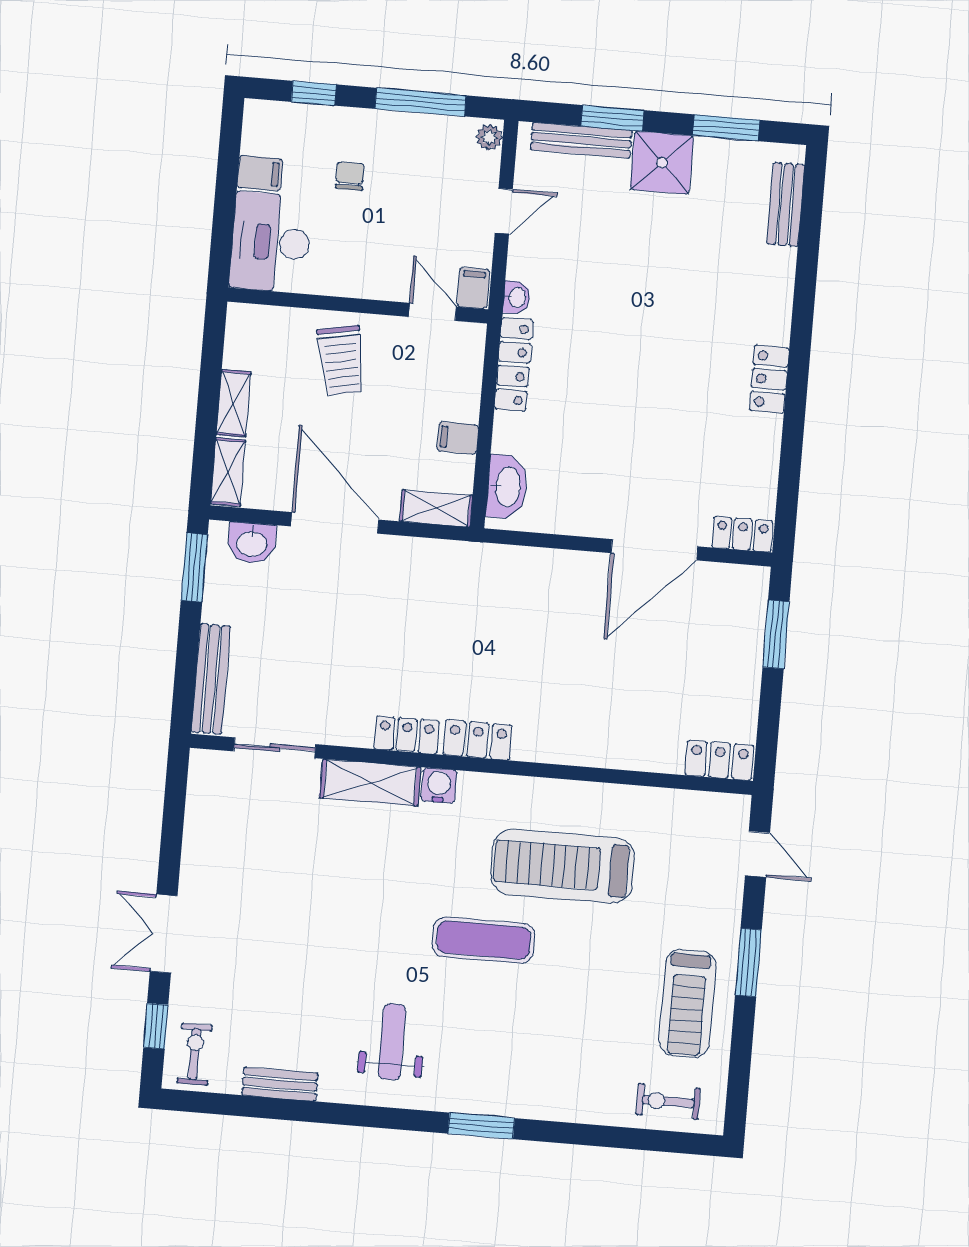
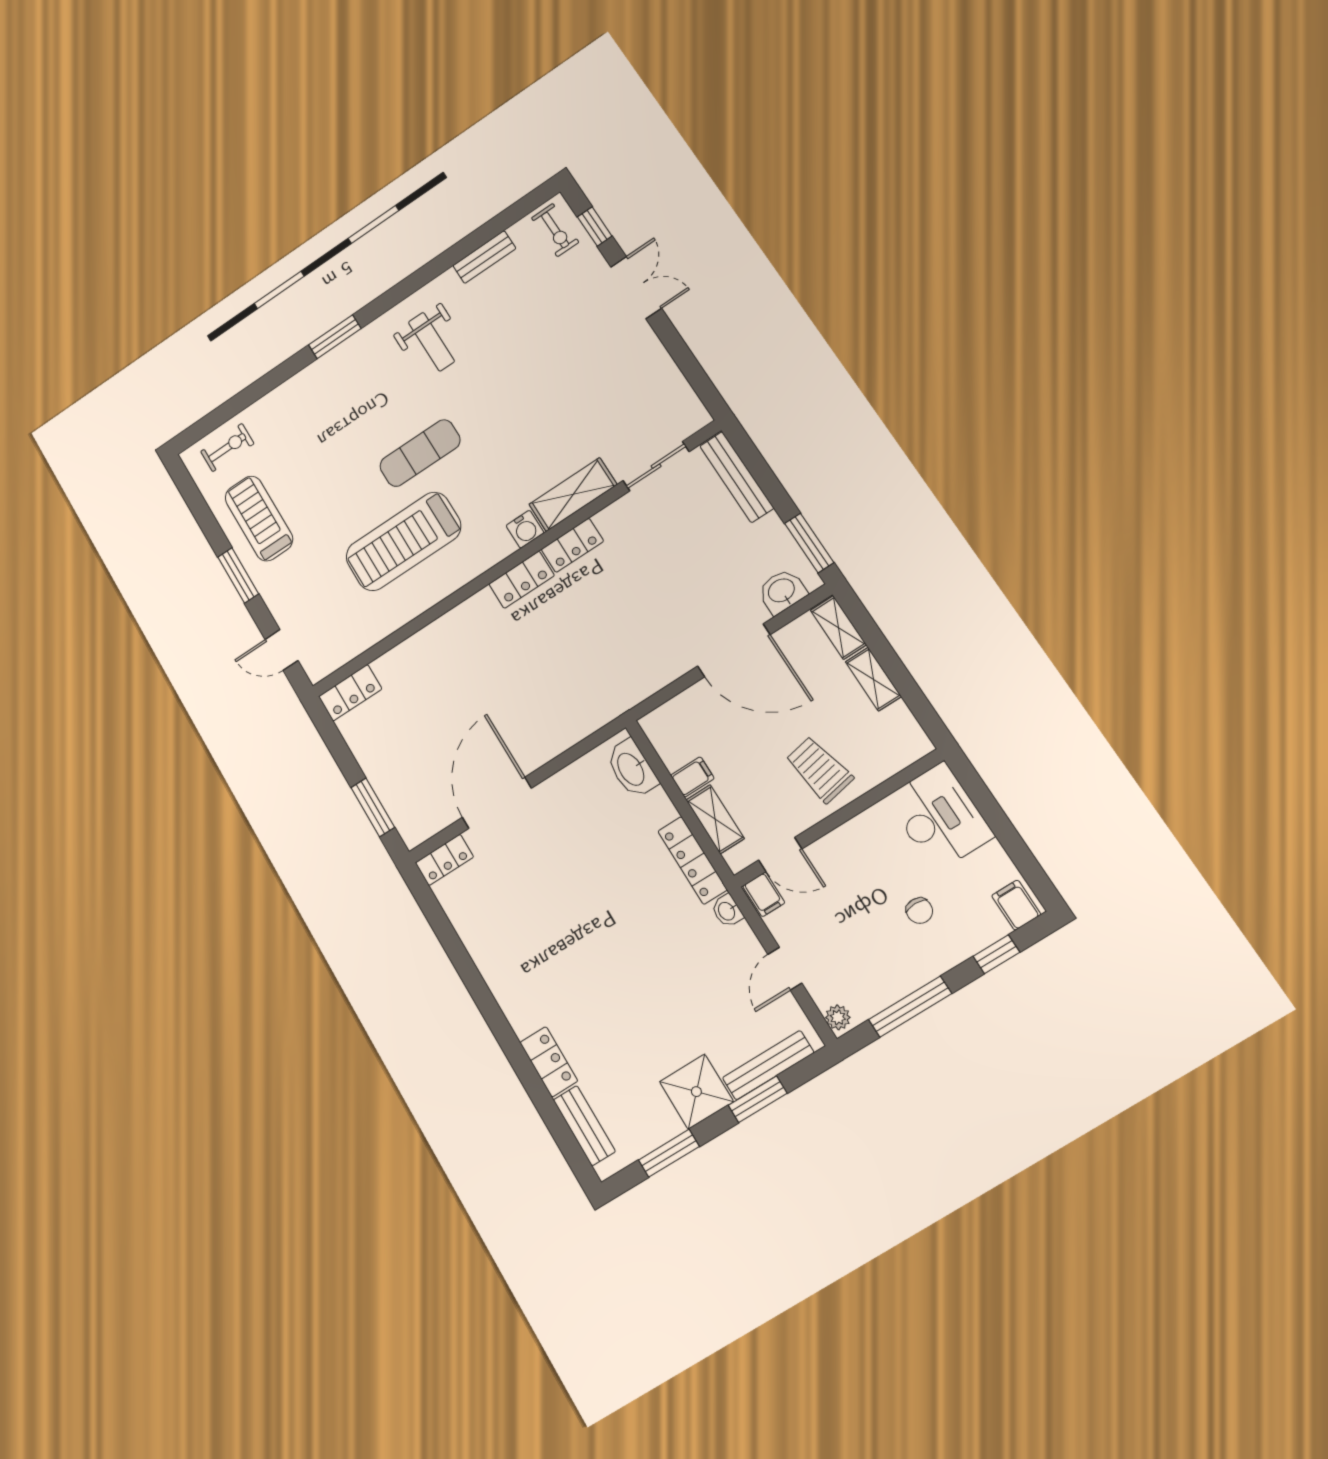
filing cabinet: (260, 173) -> (1016, 905), moved, turned 90
locker: (769, 379) -> (549, 1062), moved
shelving: (436, 508) -> (715, 819), moved, turned 90
treadmill: (562, 866) -> (403, 541), turned 180

